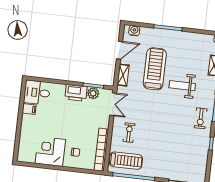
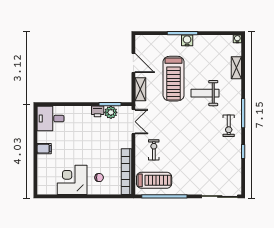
water cooler: (134, 31) -> (187, 40), moved
door: (119, 50) -> (133, 63), hinge flipped
treadmill: (155, 69) -> (174, 79), turned 180
printer: (76, 93) -> (98, 111), width x0.53, depth x0.68
filing cabinet: (29, 109) -> (44, 149), moved

